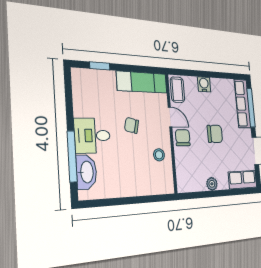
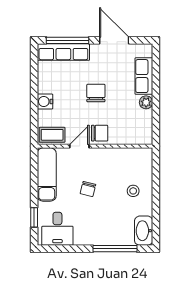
desk: (92, 136) -> (57, 229), moved
chair: (183, 138) -> (100, 133), turned 180
stool: (159, 155) -> (133, 191), moved
washbasin: (86, 172) -> (144, 231), moved, turned -90
row of seats: (243, 180) -> (144, 76), moved

